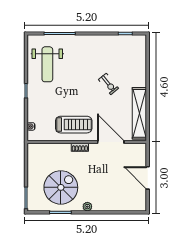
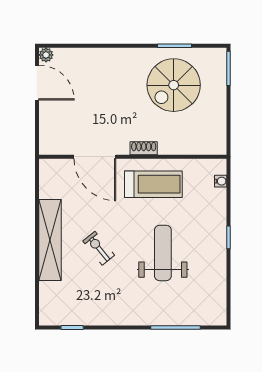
weight bench: (47, 64) -> (163, 253), moved
shelving: (139, 113) -> (50, 240), moved
treadmill: (74, 125) -> (153, 184), turned 180
door: (148, 178) -> (37, 83), moved
plant: (87, 207) -> (46, 55), moved

